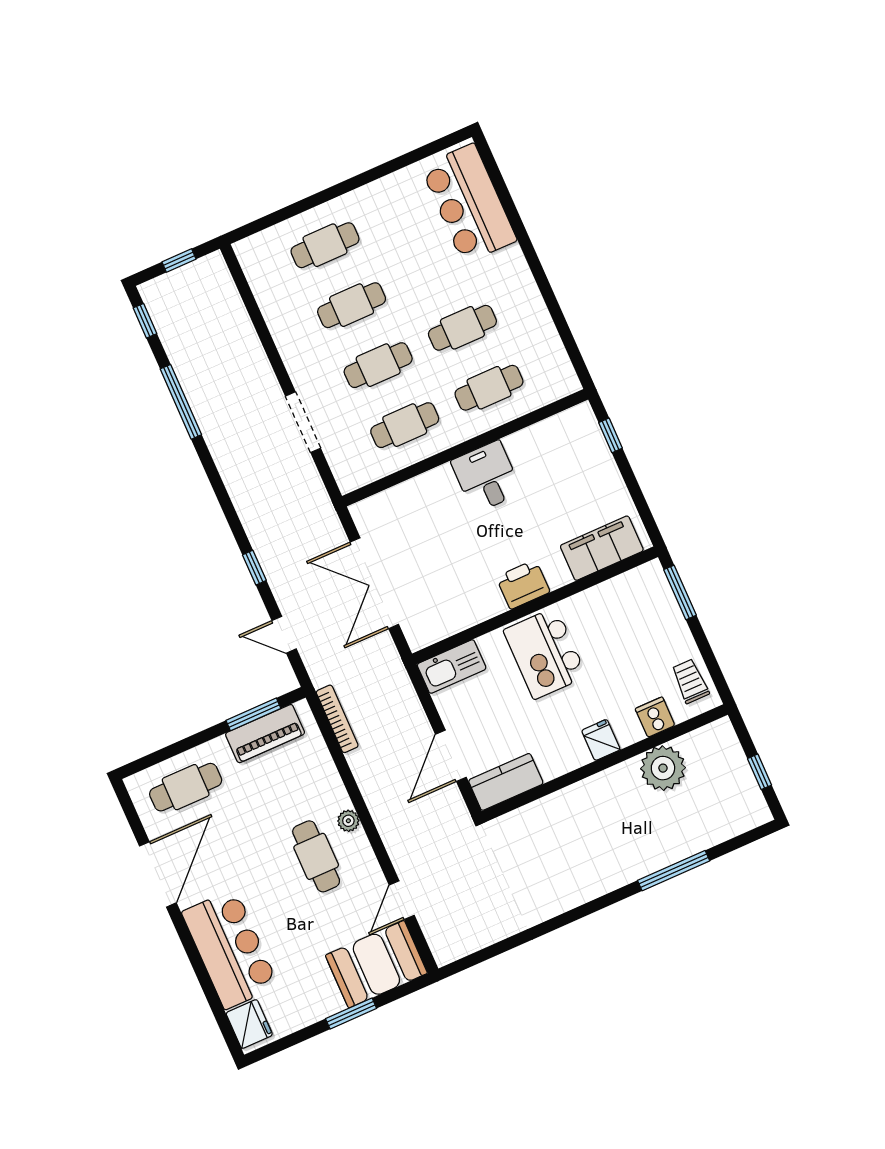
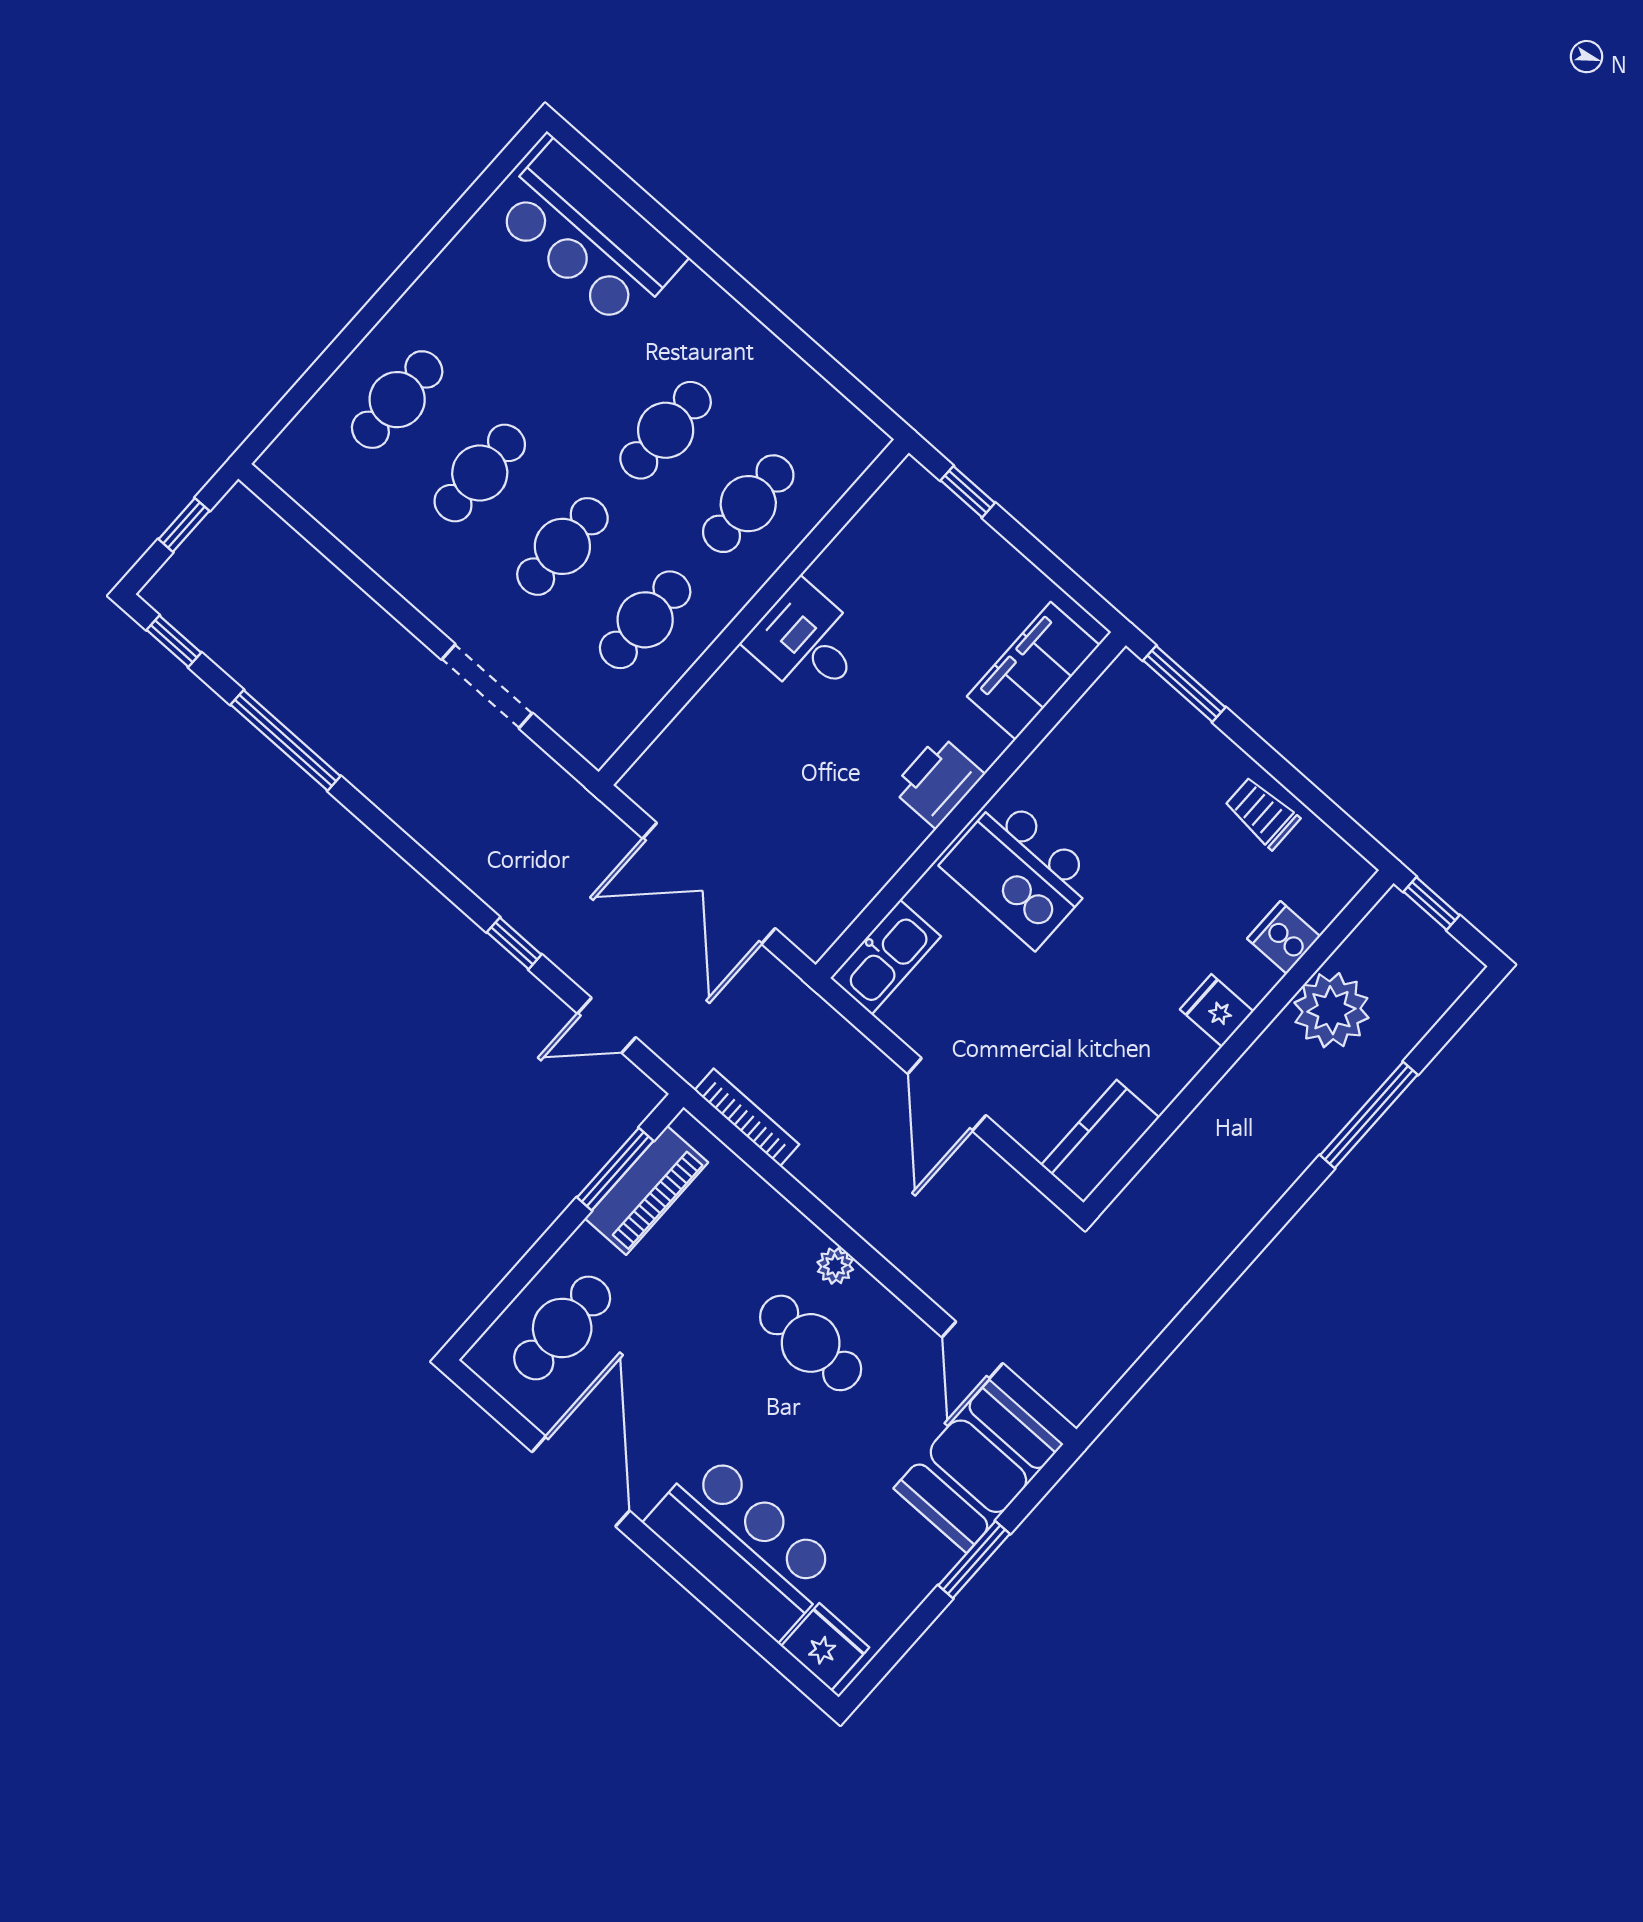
cooker: (655, 717) -> (1284, 938), moved
fridge: (601, 740) -> (1217, 1010), moved
wall: (605, 763) -> (1239, 1043), moved
plant: (663, 768) -> (1331, 1010), moved
kitchen counter: (506, 782) -> (1100, 1141), moved

